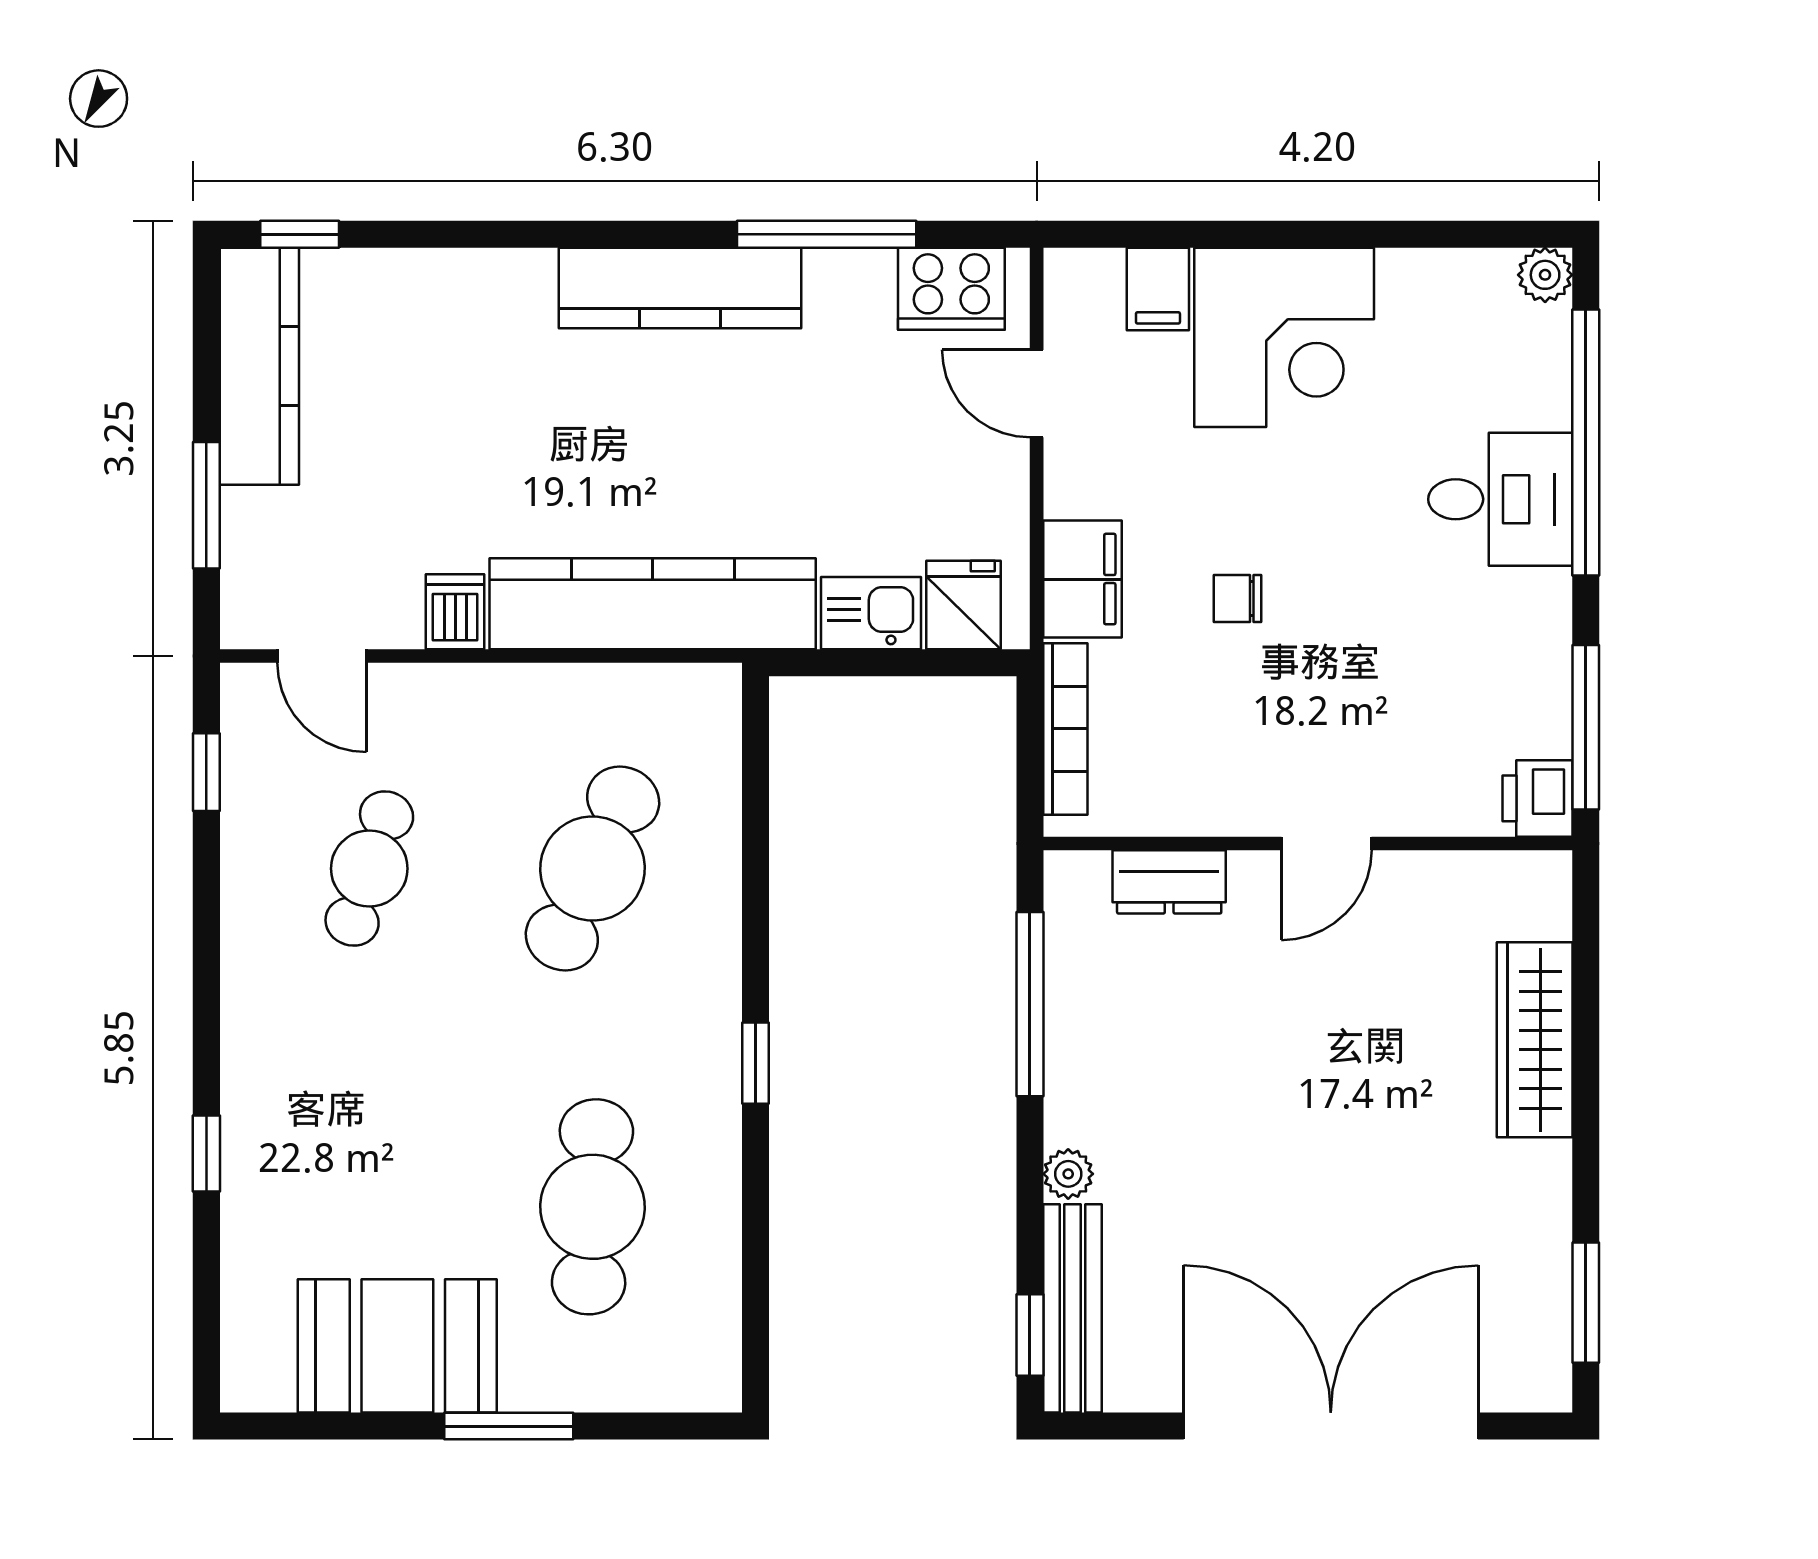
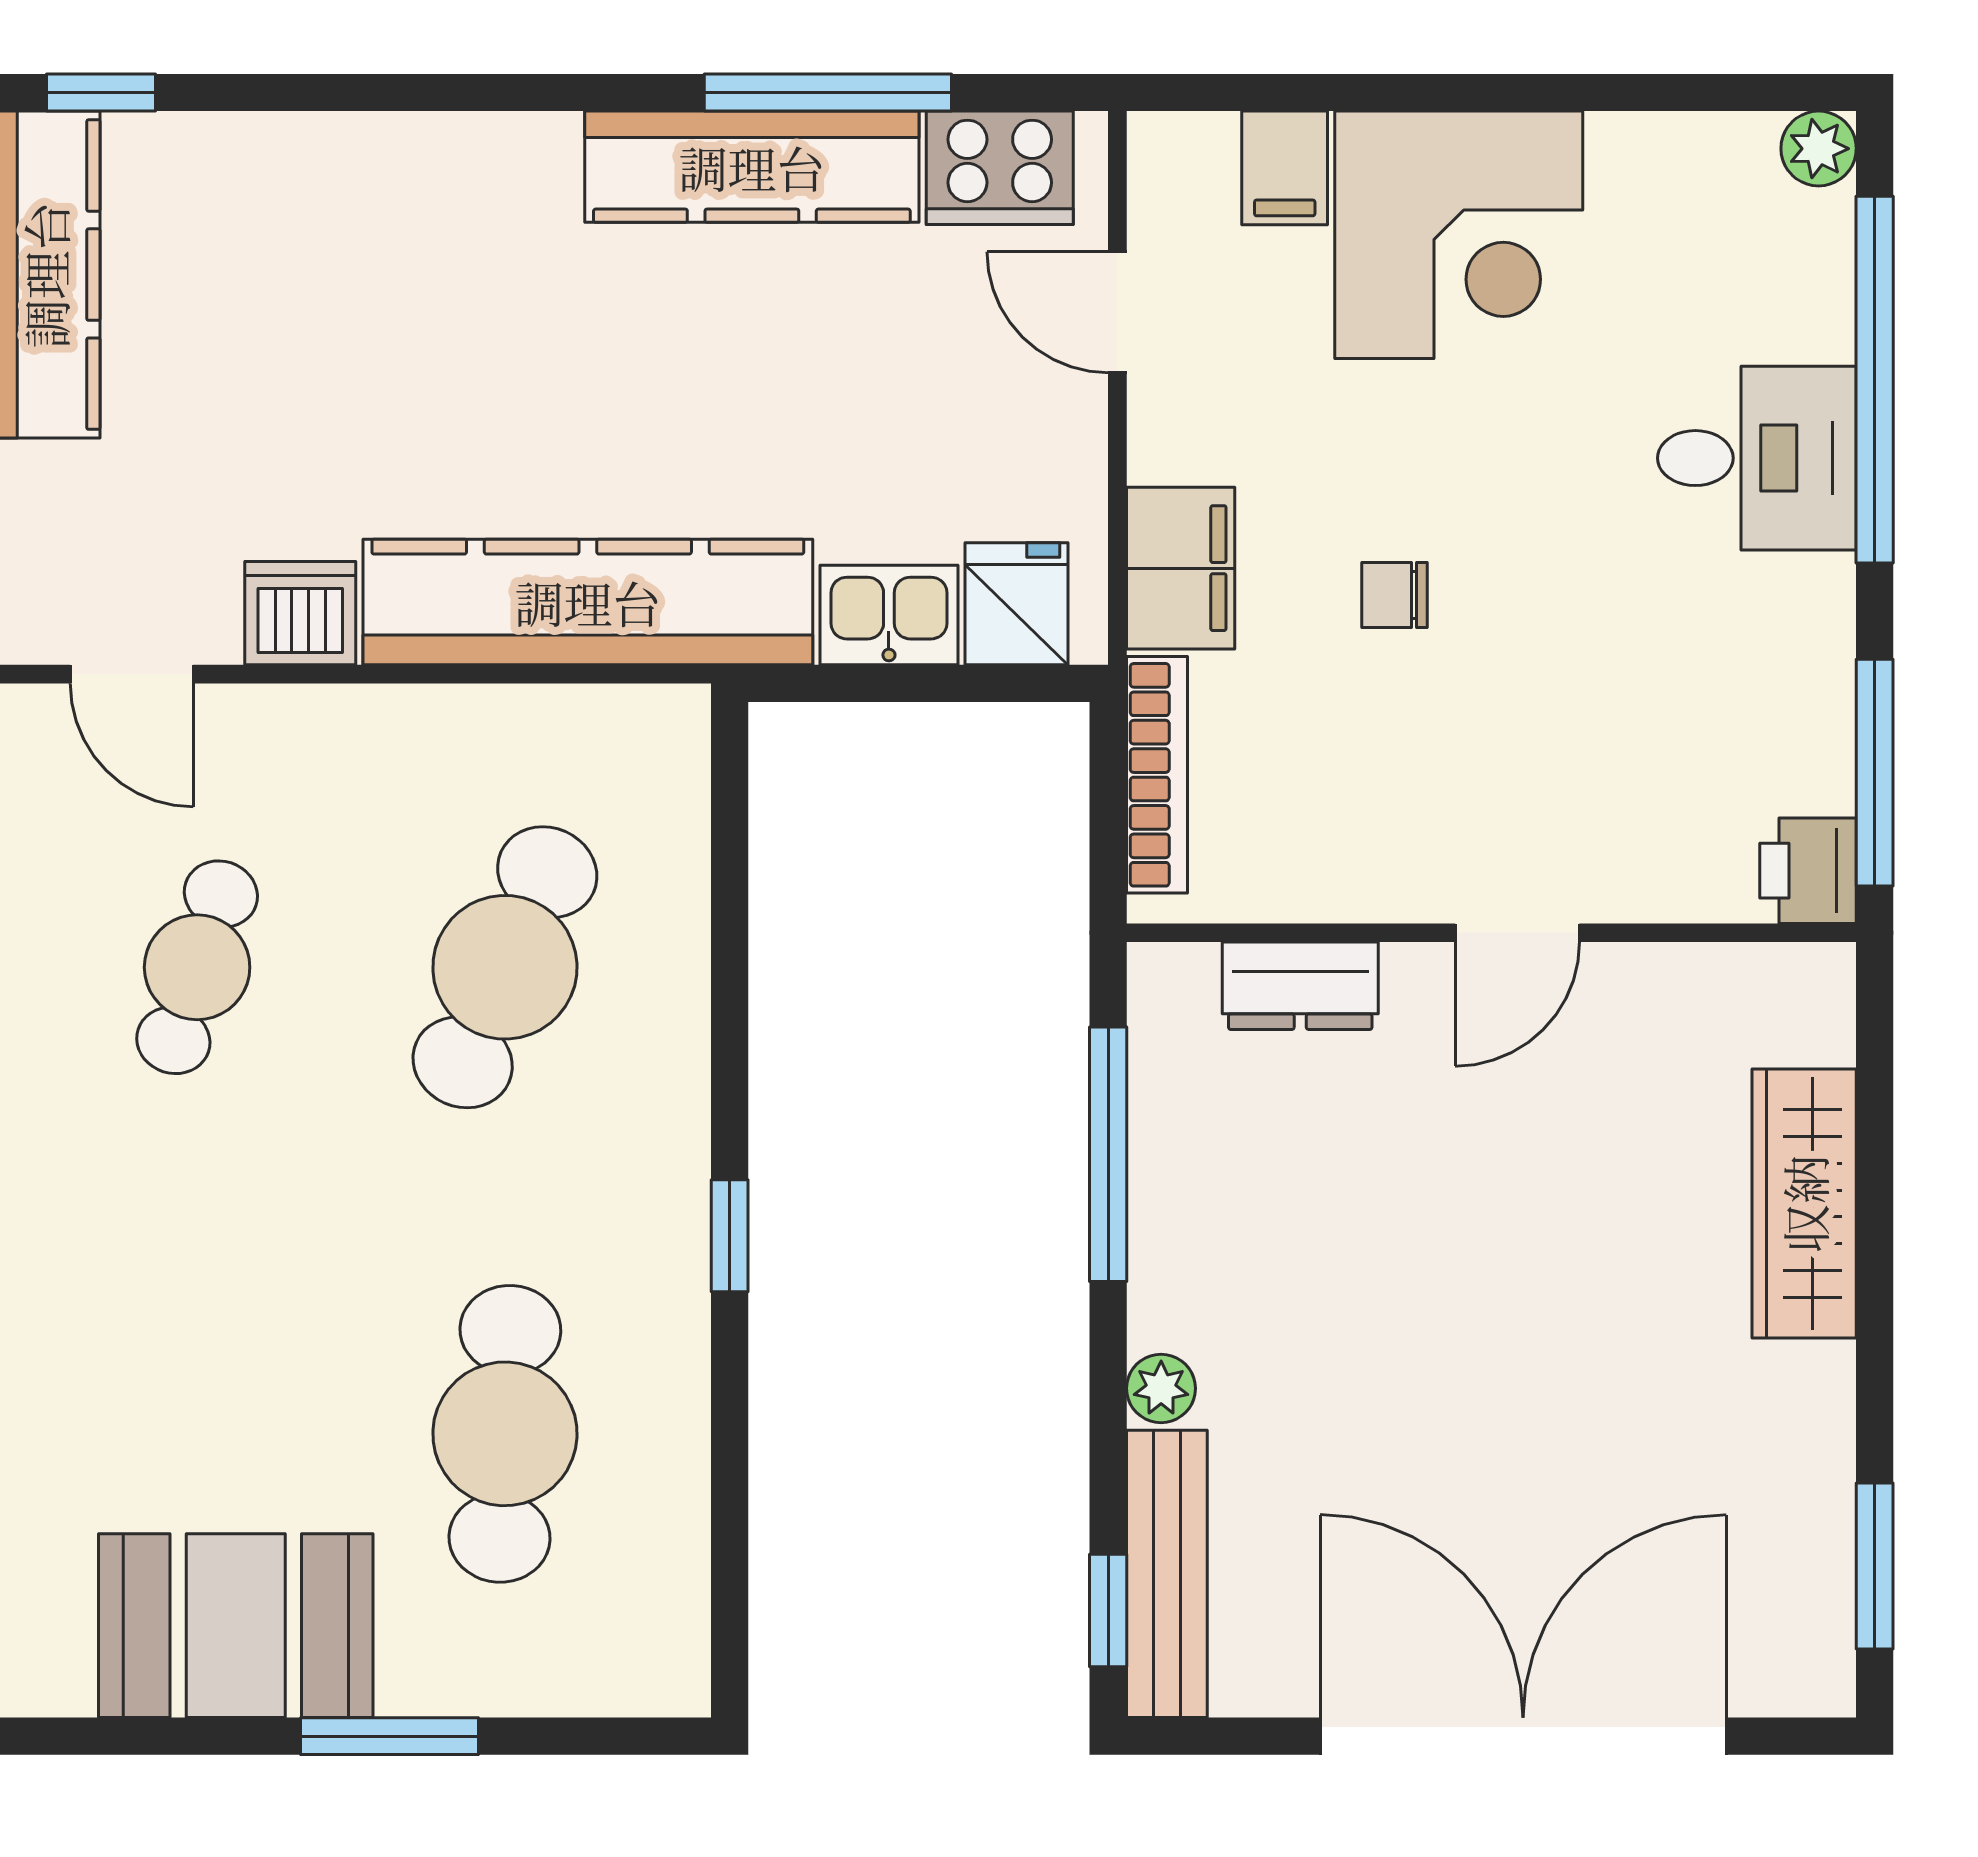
kitchen counter: (680, 288) -> (752, 167), moved
dishwasher: (455, 612) -> (300, 613), width x1.38

